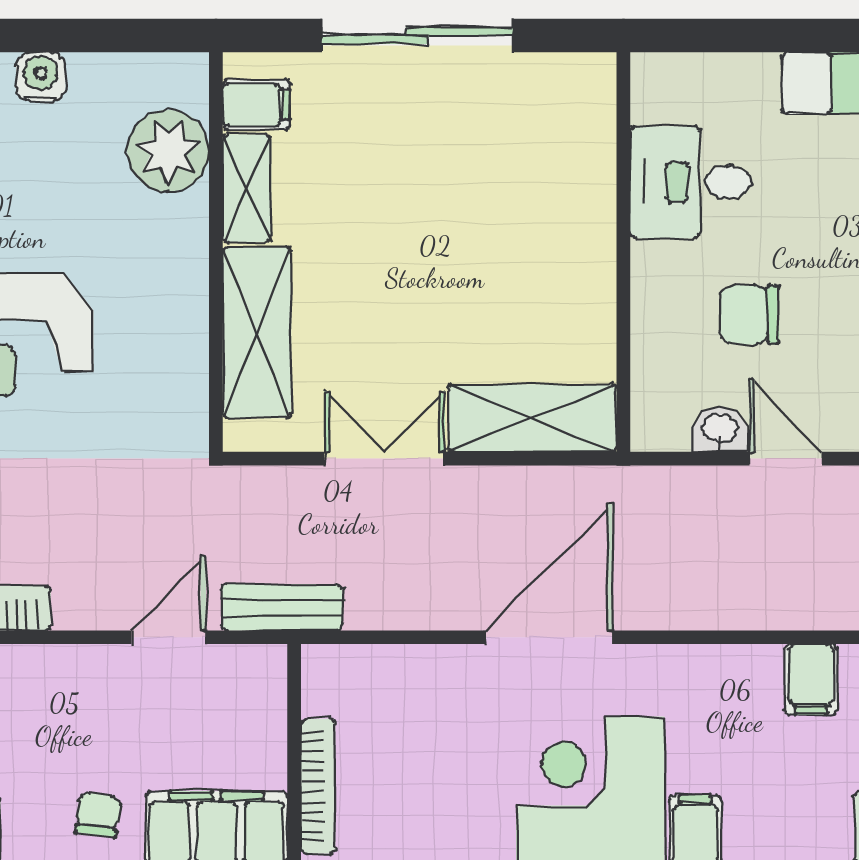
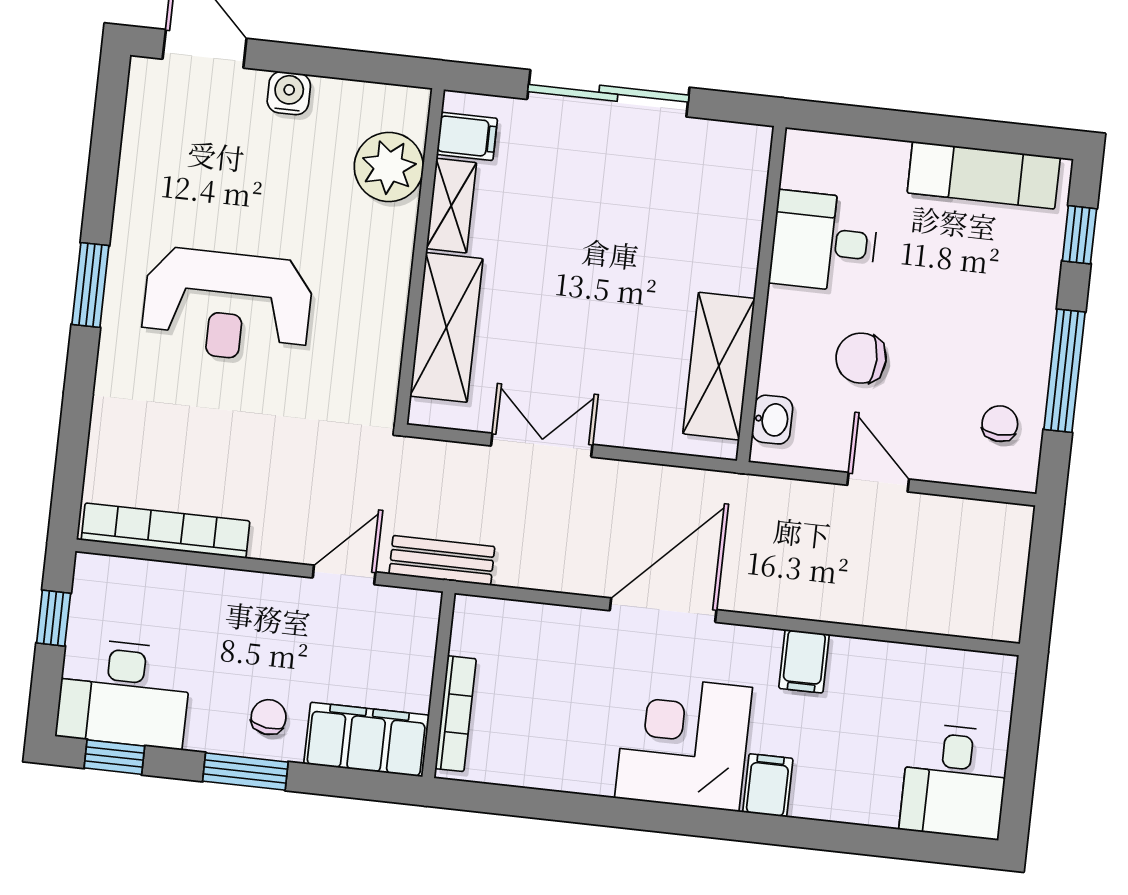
shelving: (532, 418) -> (719, 366), moved, turned 90
washbasin: (719, 429) -> (772, 420), moved, turned 90
filing cabinet: (811, 679) -> (804, 661), moved

